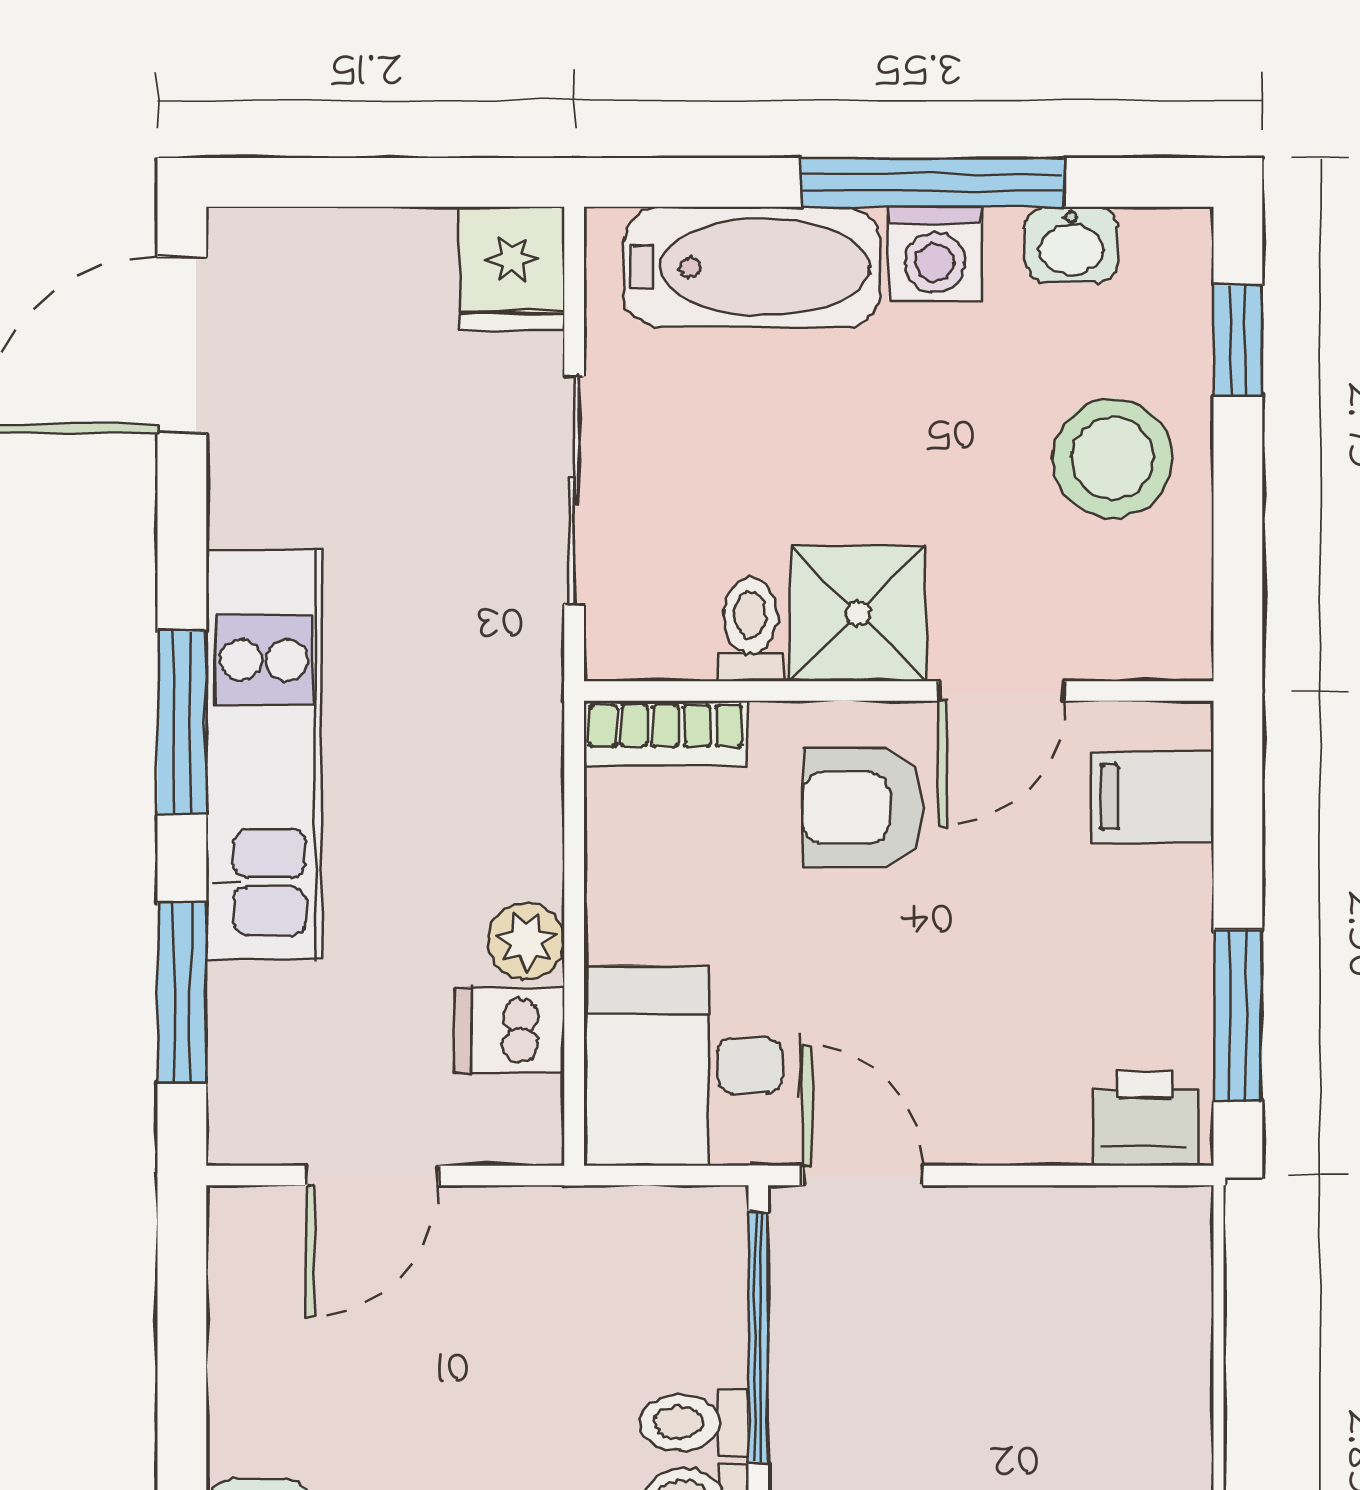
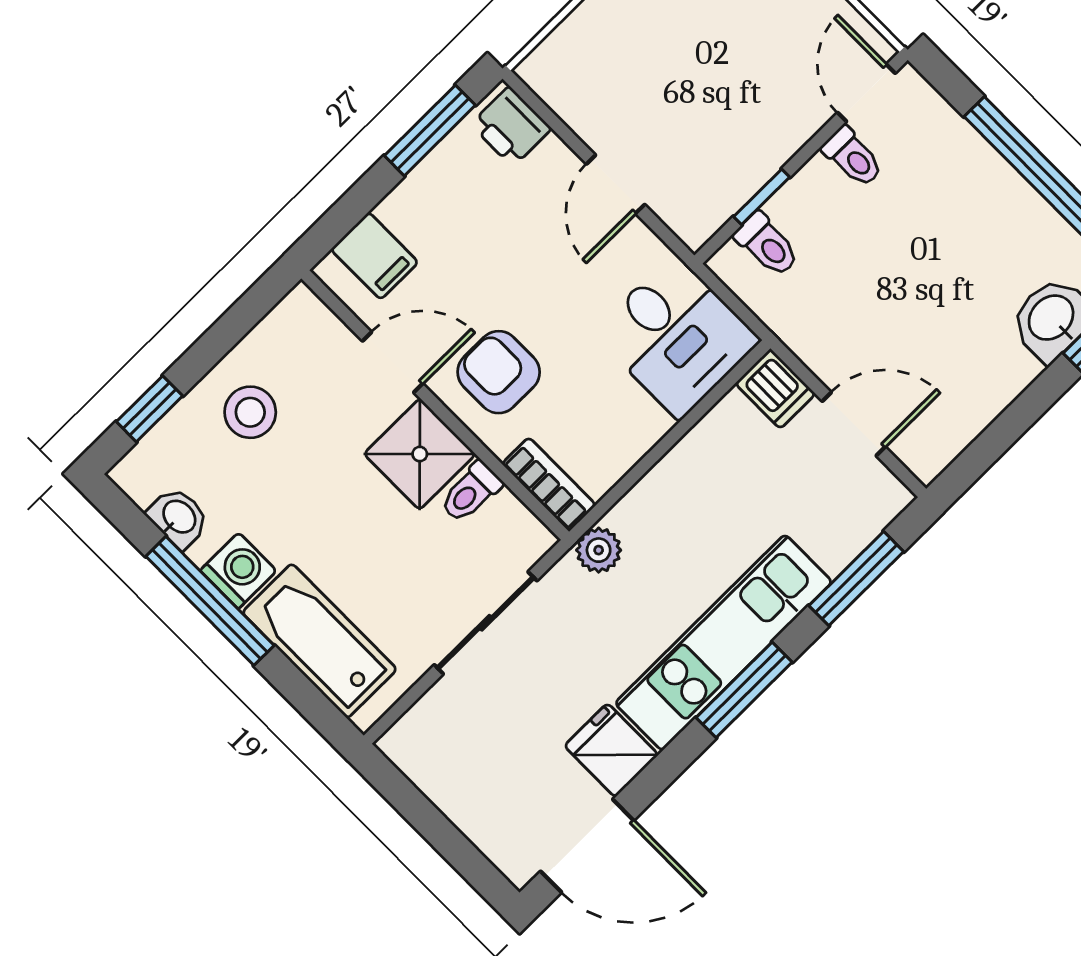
fridge: (512, 269) -> (611, 750), moved, turned -90
stool: (1113, 458) -> (250, 412), width x0.73, depth x0.73
armchair: (862, 808) -> (499, 372), turned 180
plant: (526, 941) -> (599, 550), moved
dishwasher: (509, 1030) -> (775, 389), moved
door: (863, 1175) -> (616, 184), moved
window: (758, 1337) -> (762, 197), width x0.46
toilet: (694, 1423) -> (767, 245), moved

